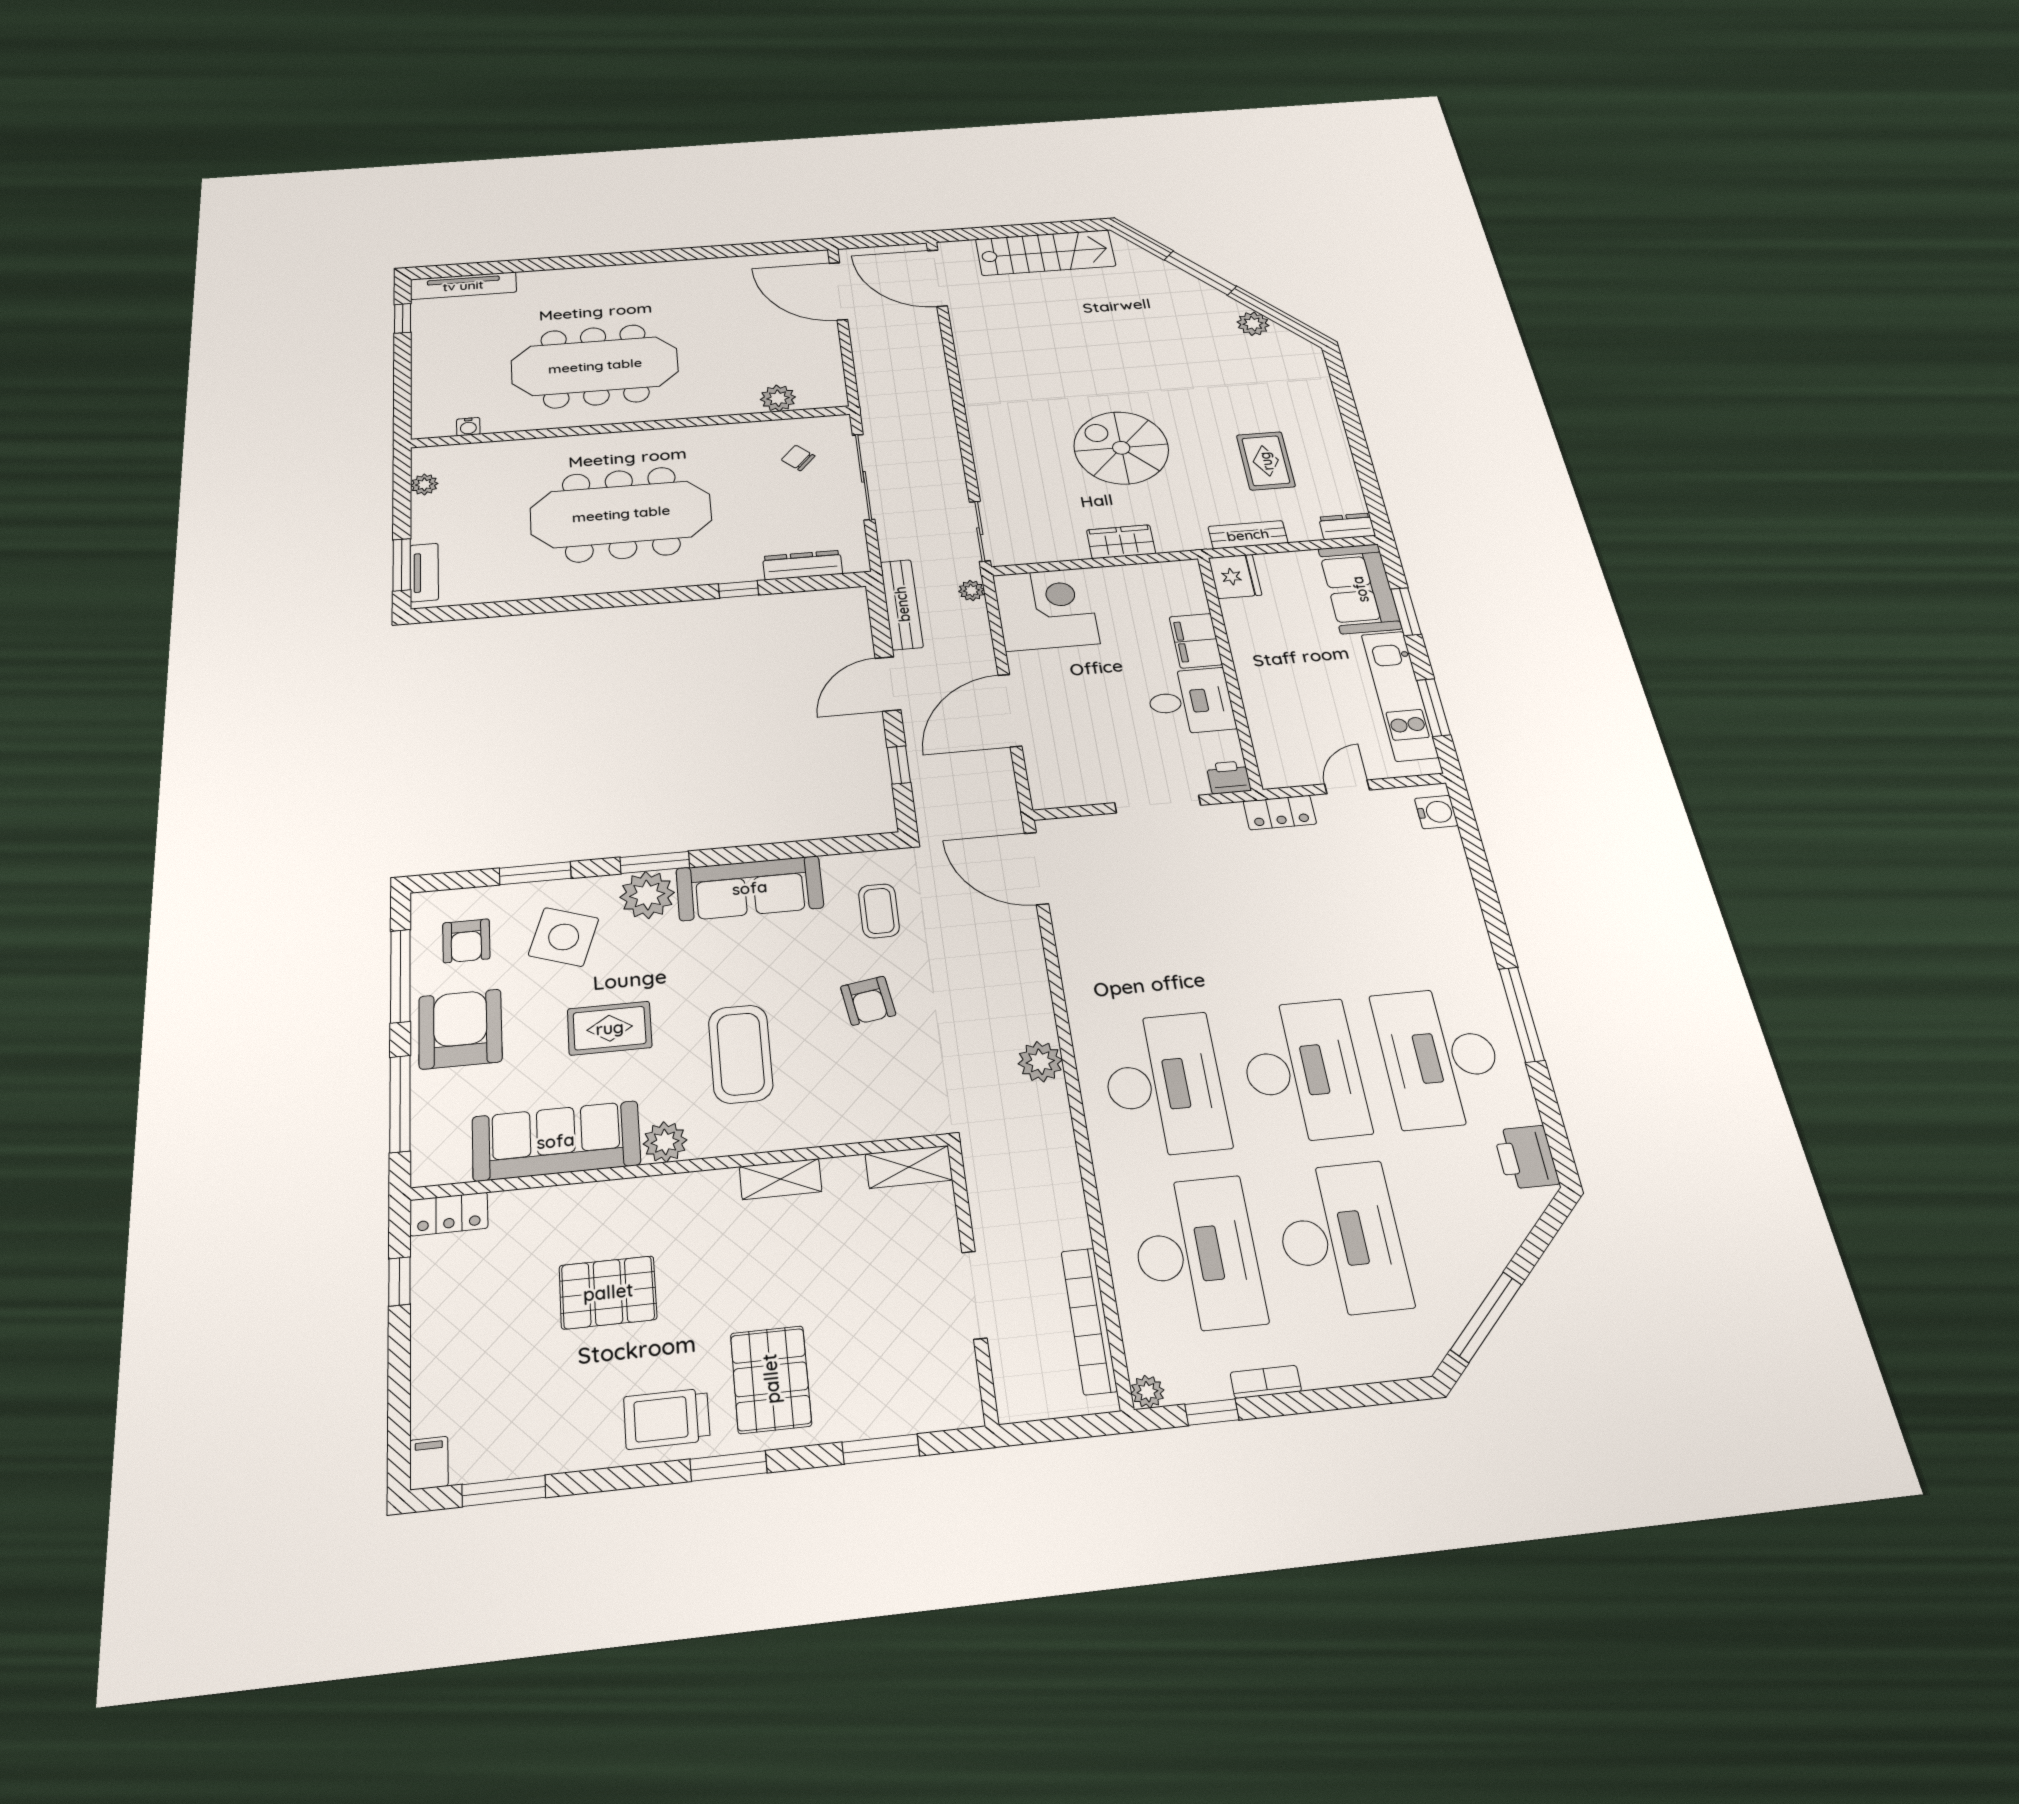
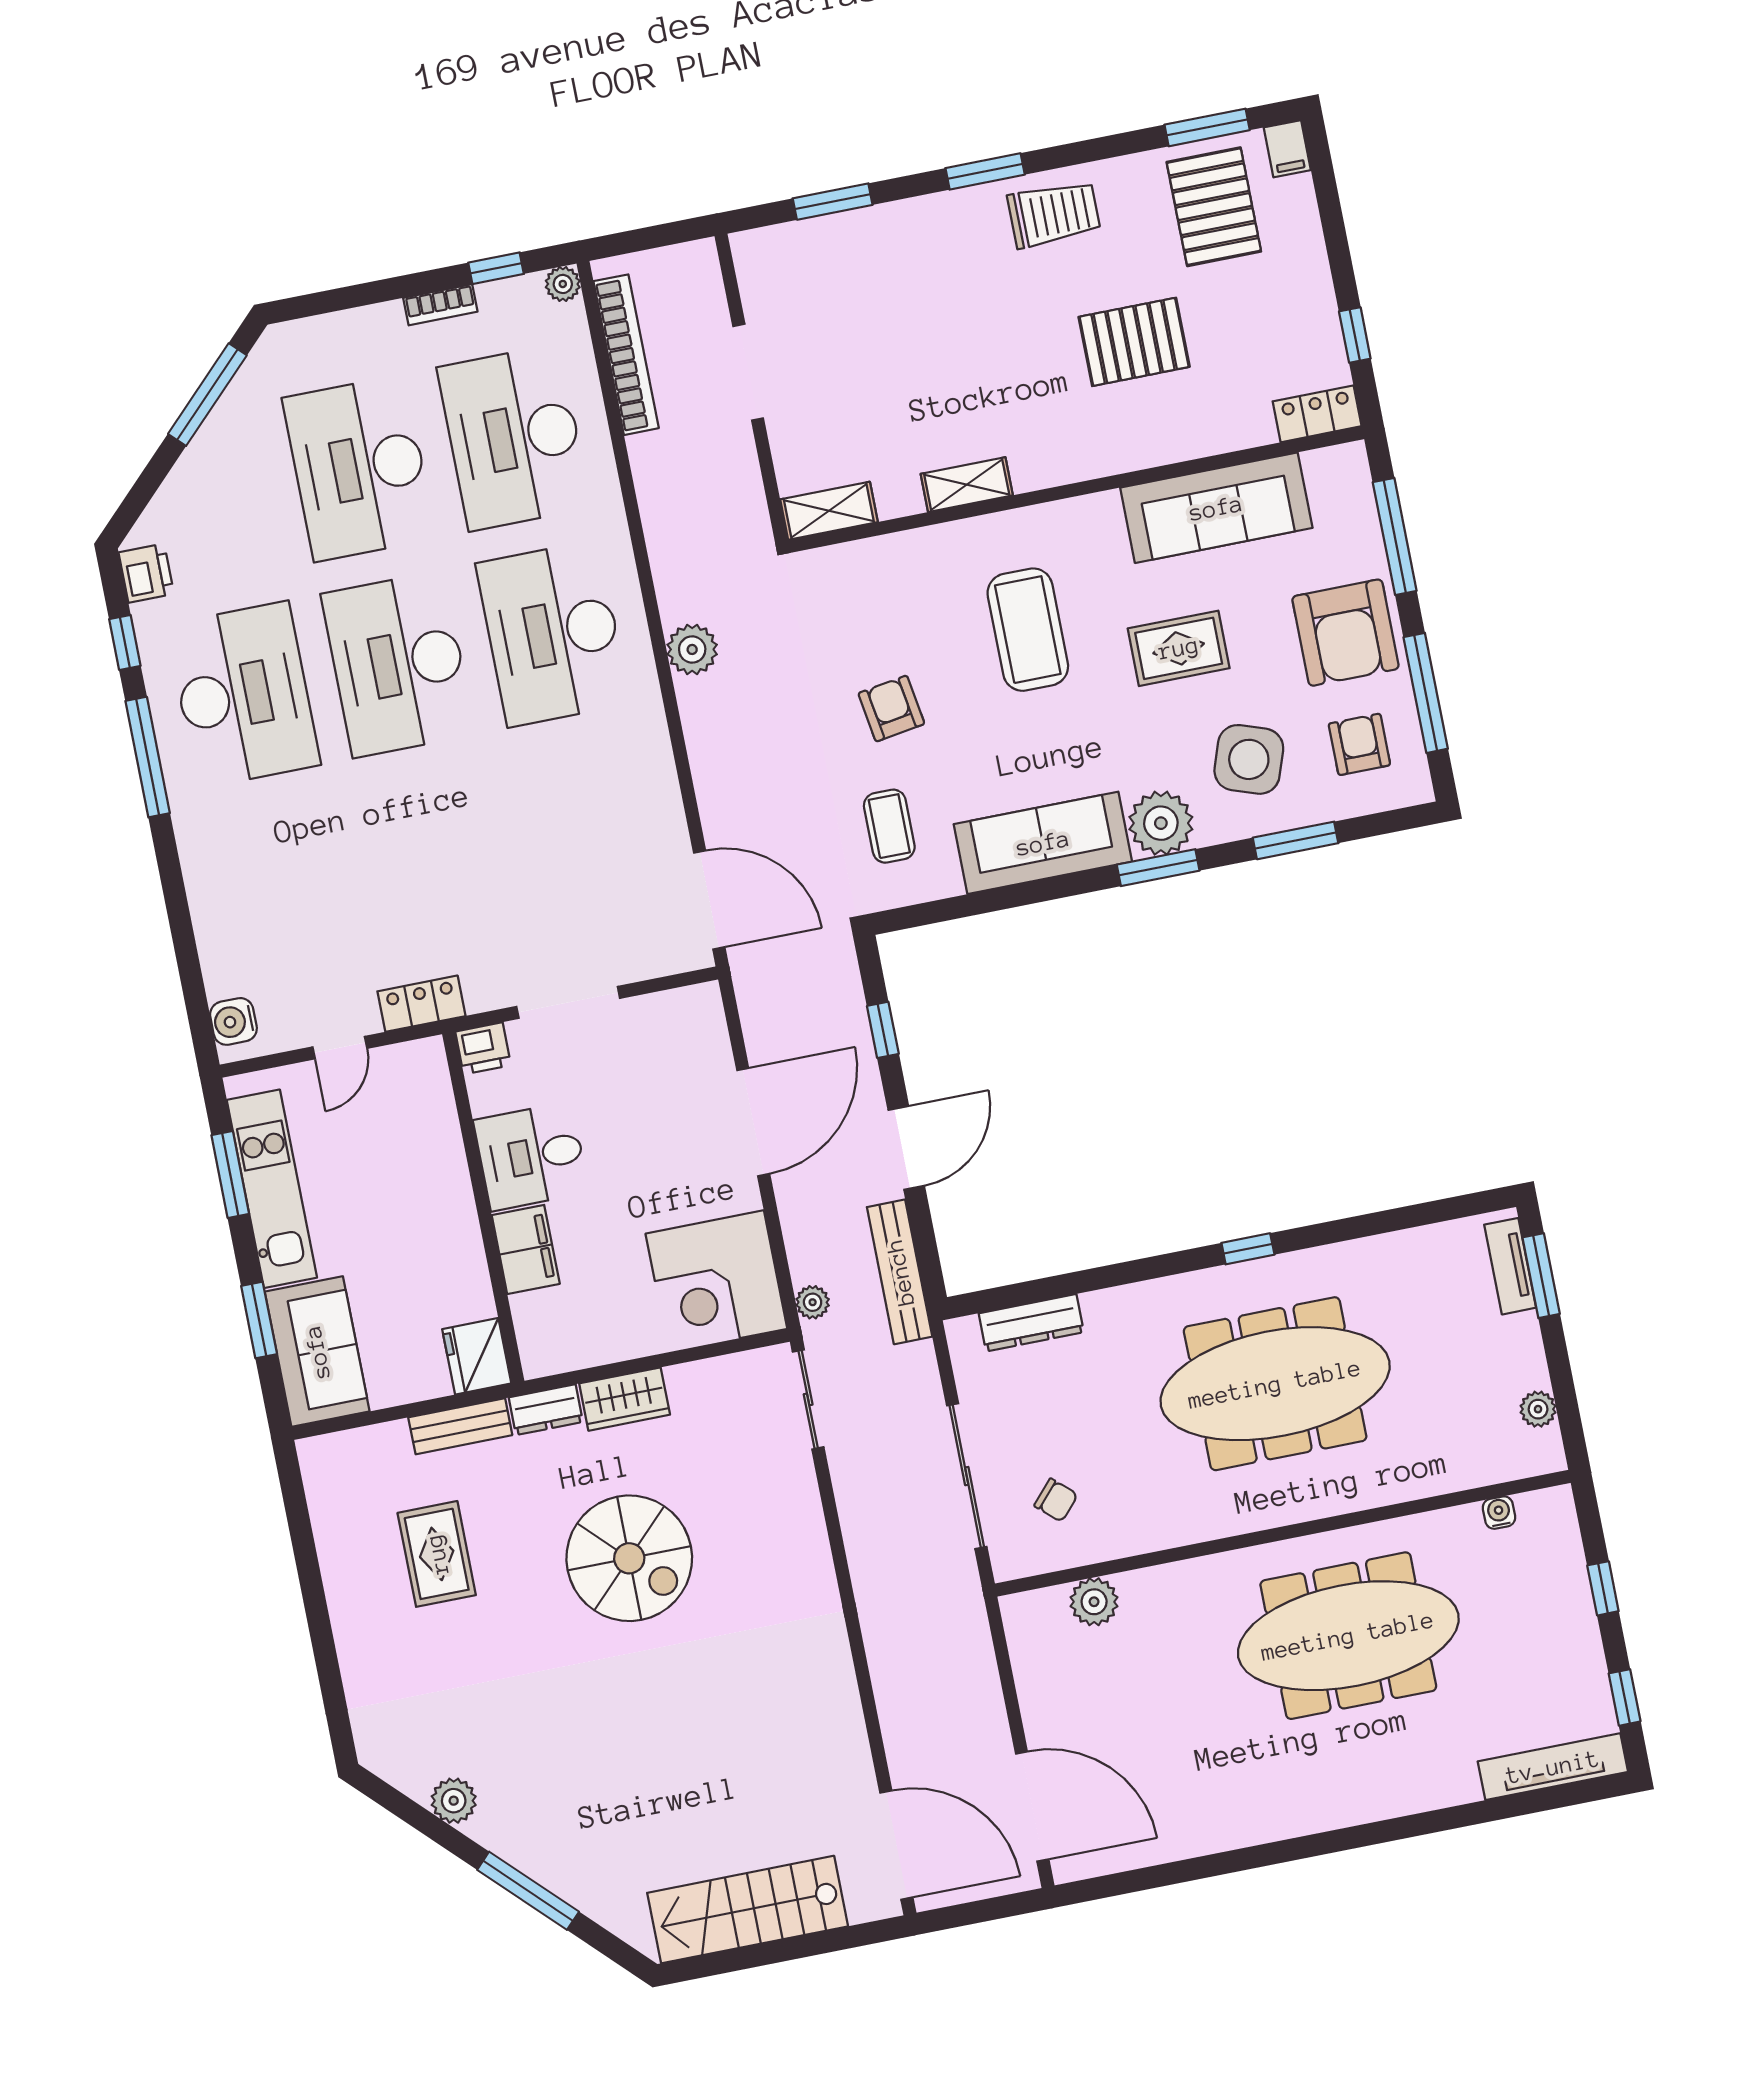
window: (402, 379) -> (1603, 1588), added
dresser: (1347, 526) -> (546, 1410), moved
window: (738, 589) -> (1248, 1249), moved
window: (1548, 1108) -> (125, 643), added
plant: (665, 1142) -> (1098, 517), removed
printer: (1526, 1157) -> (146, 573), width x0.73, depth x0.81
pallet: (771, 1379) -> (1214, 207), moved

